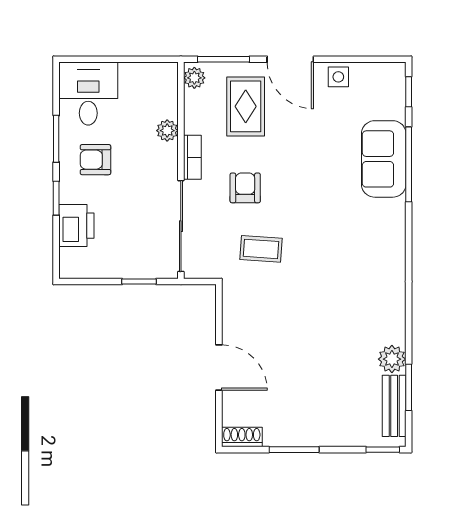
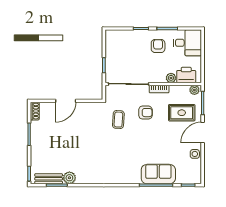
printer: (76, 226) -> (186, 75), moved, turned 180

